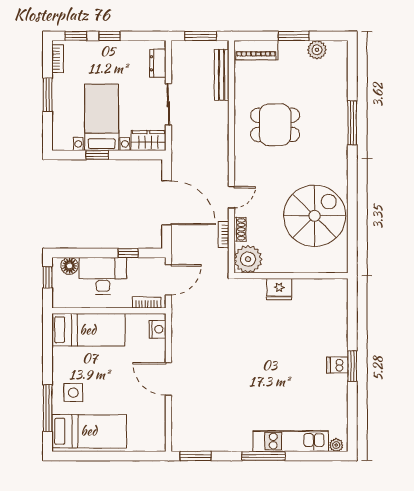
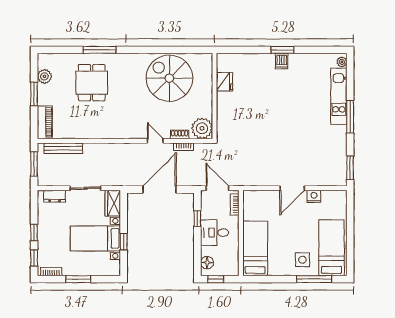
dining table: (275, 125) -> (92, 83), moved
desk: (103, 276) -> (215, 233), width x0.73
fridge: (279, 289) -> (224, 82), moved
nightstand: (158, 329) -> (314, 196), moved

